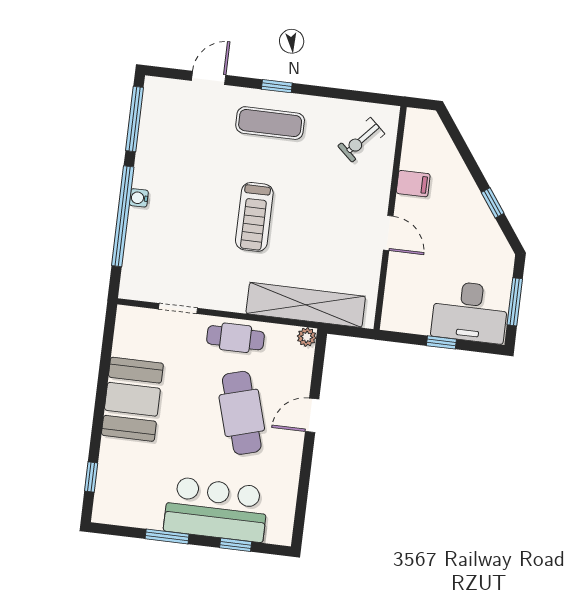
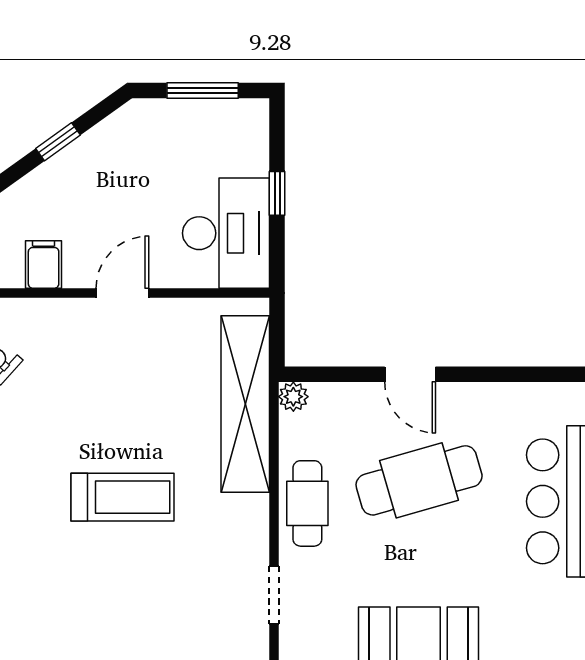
desk: (470, 312) -> (226, 233), moved

